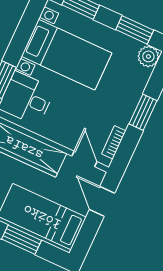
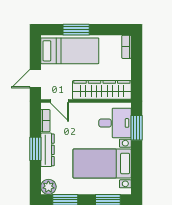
dresser: (128, 104) -> (47, 150), added
door: (102, 201) -> (35, 79), swing flipped

